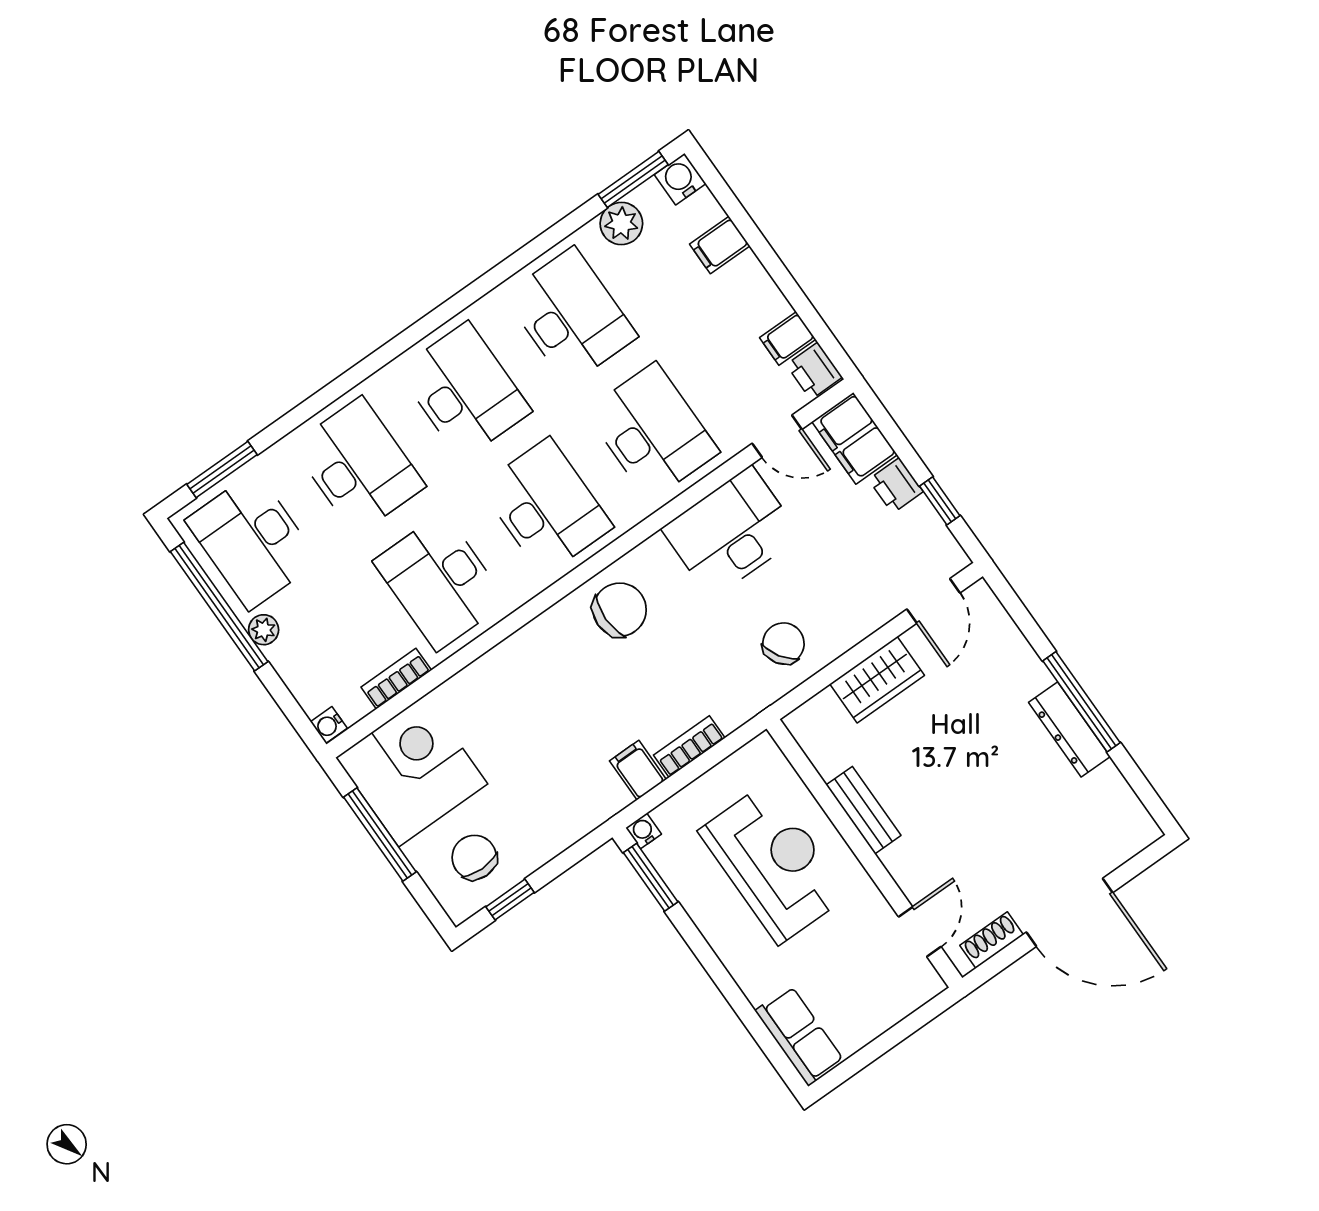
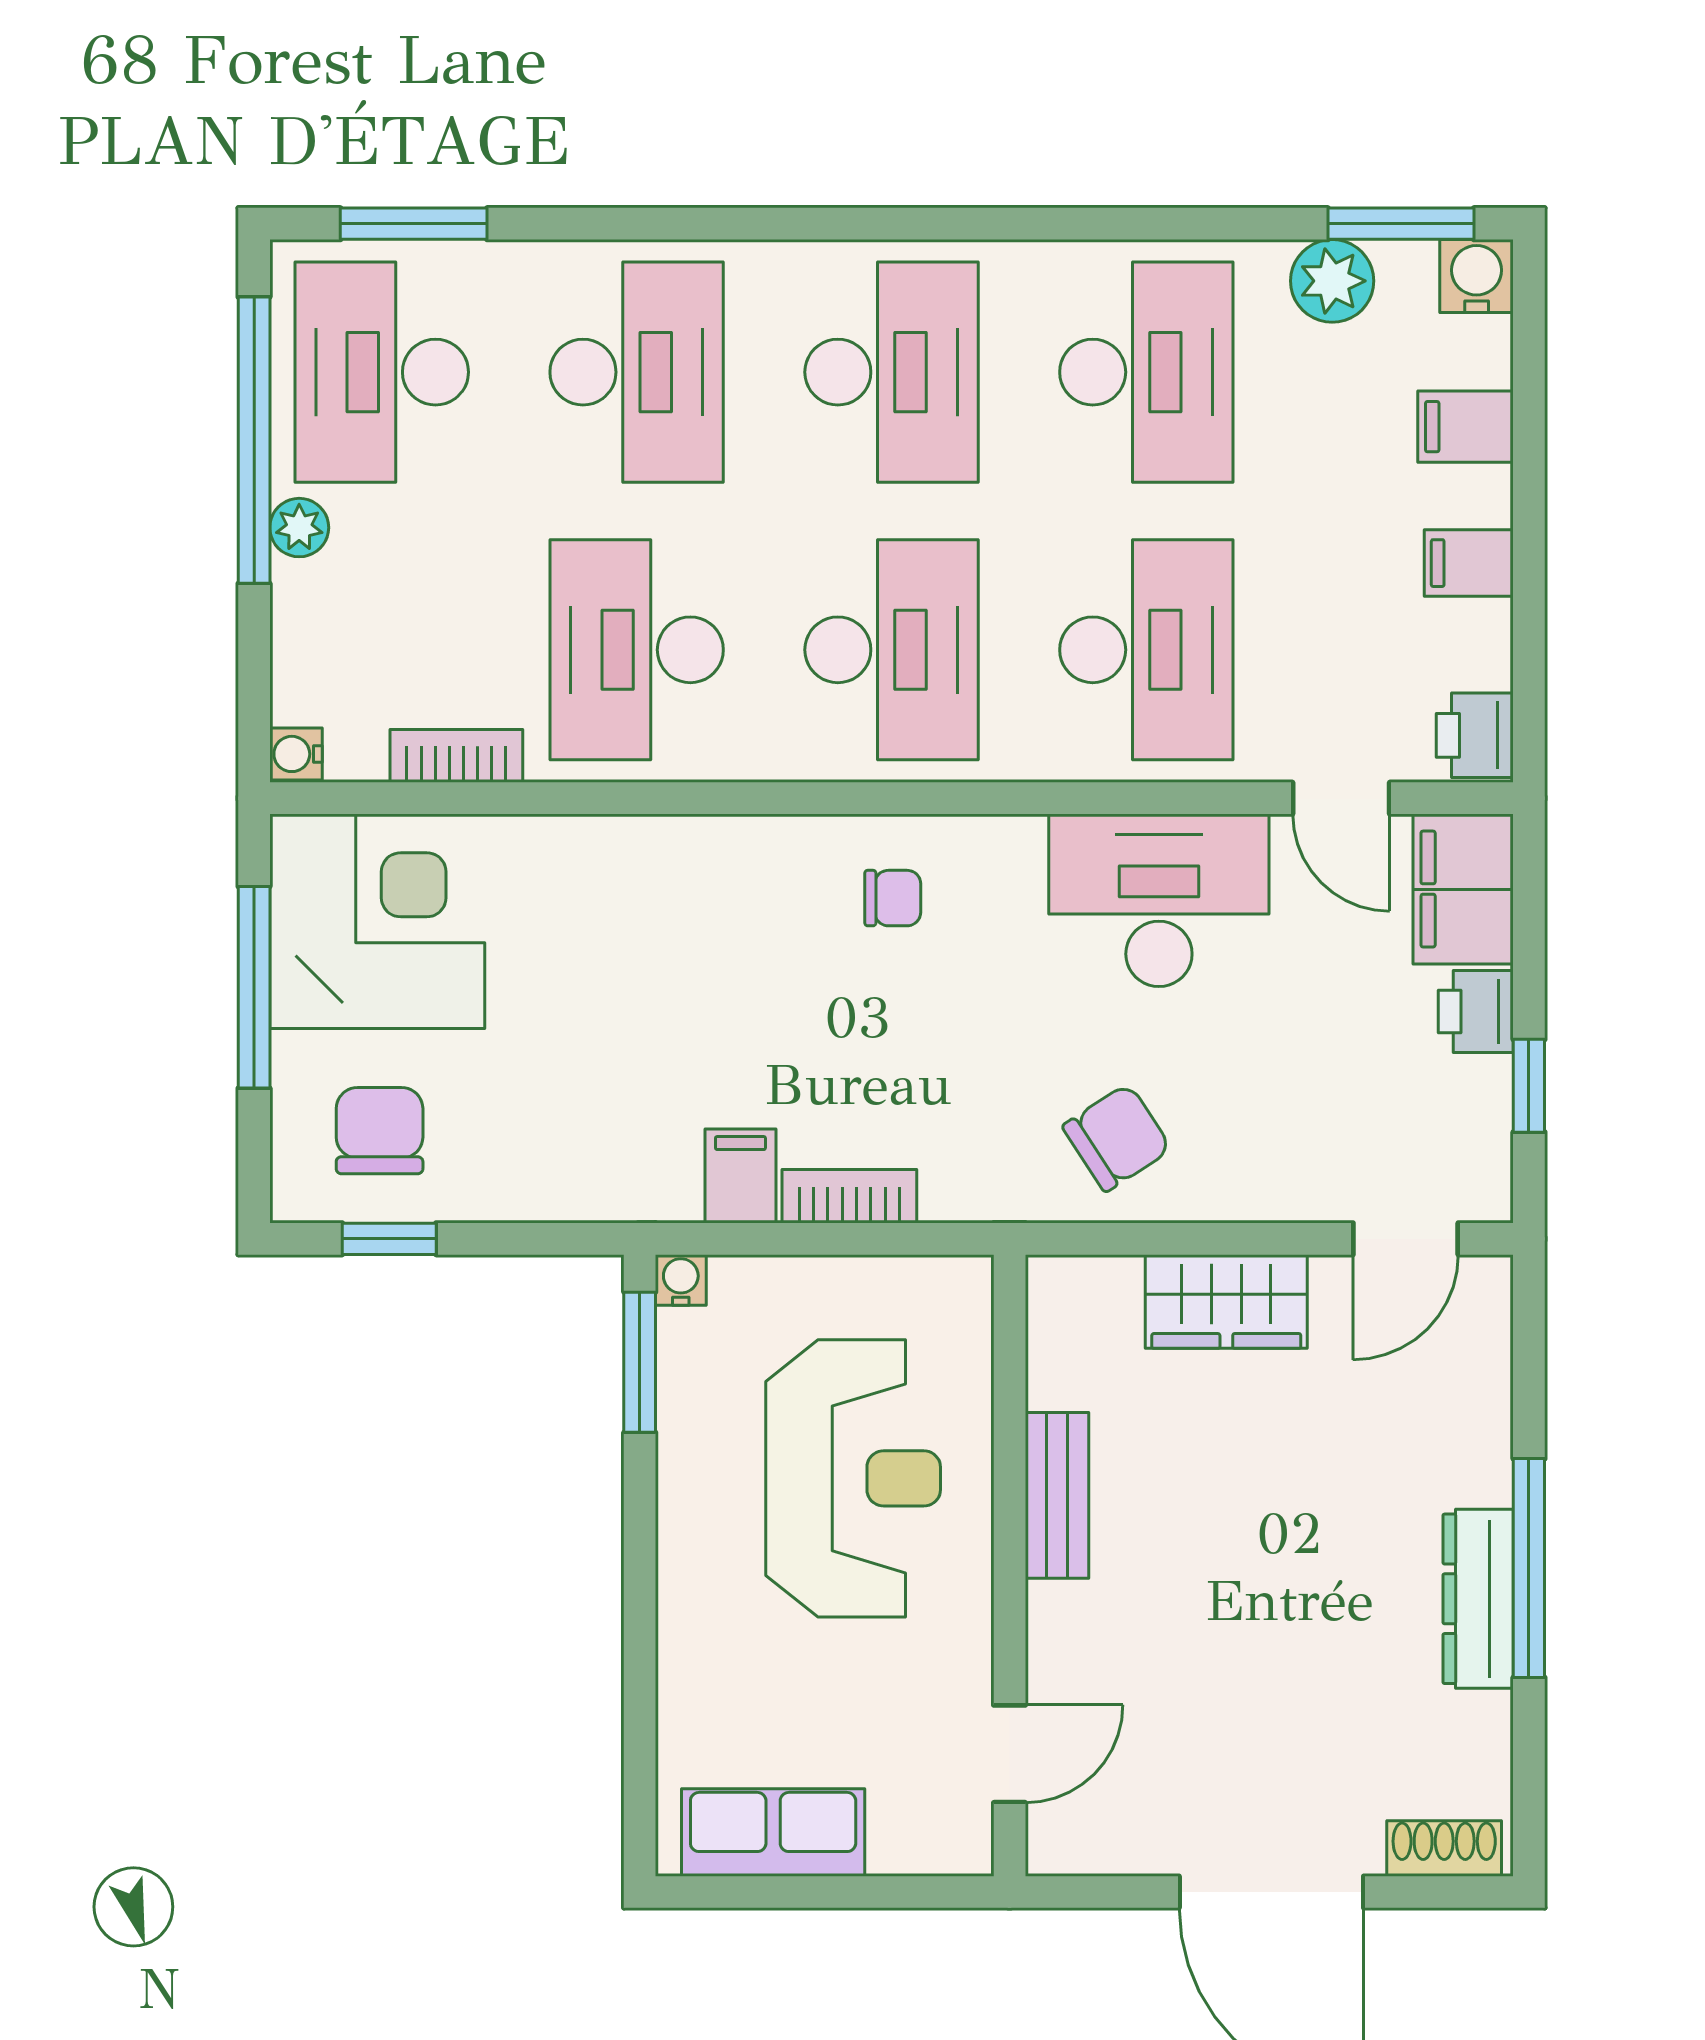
filing cabinet: (788, 339) -> (1469, 563), moved
chair: (620, 610) -> (893, 898), width x0.54, depth x0.54
shoe rack: (992, 940) -> (1444, 1848), moved
row of seats: (800, 1036) -> (773, 1832), moved, turned -90

